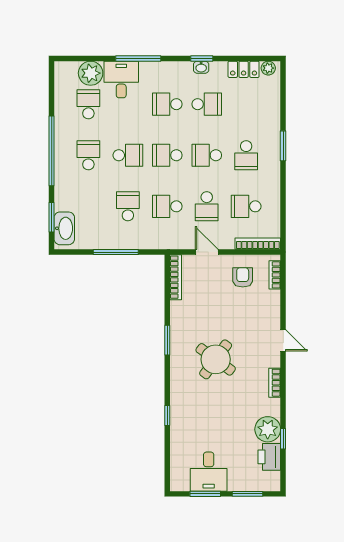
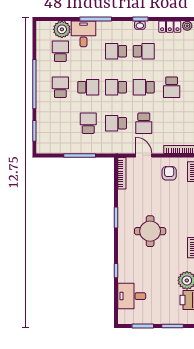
school desk: (246, 206) -> (172, 123), removed
washbasin: (64, 228) -> (43, 139), removed
round table: (216, 359) -> (150, 231), turned -36
desk: (209, 472) -> (132, 296), moved, turned 90

